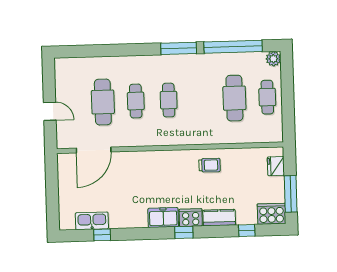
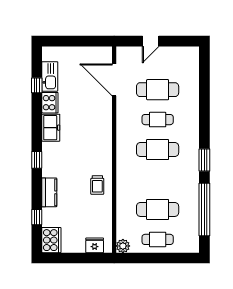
window: (179, 48) -> (204, 160), width x0.69
plant: (273, 59) -> (123, 246), moved
cafe table: (169, 100) -> (158, 150), width x1.37, depth x1.35
window: (291, 194) -> (69, 258), removed
freezer: (163, 218) -> (51, 128), moved
cooker: (191, 218) -> (50, 103), moved

